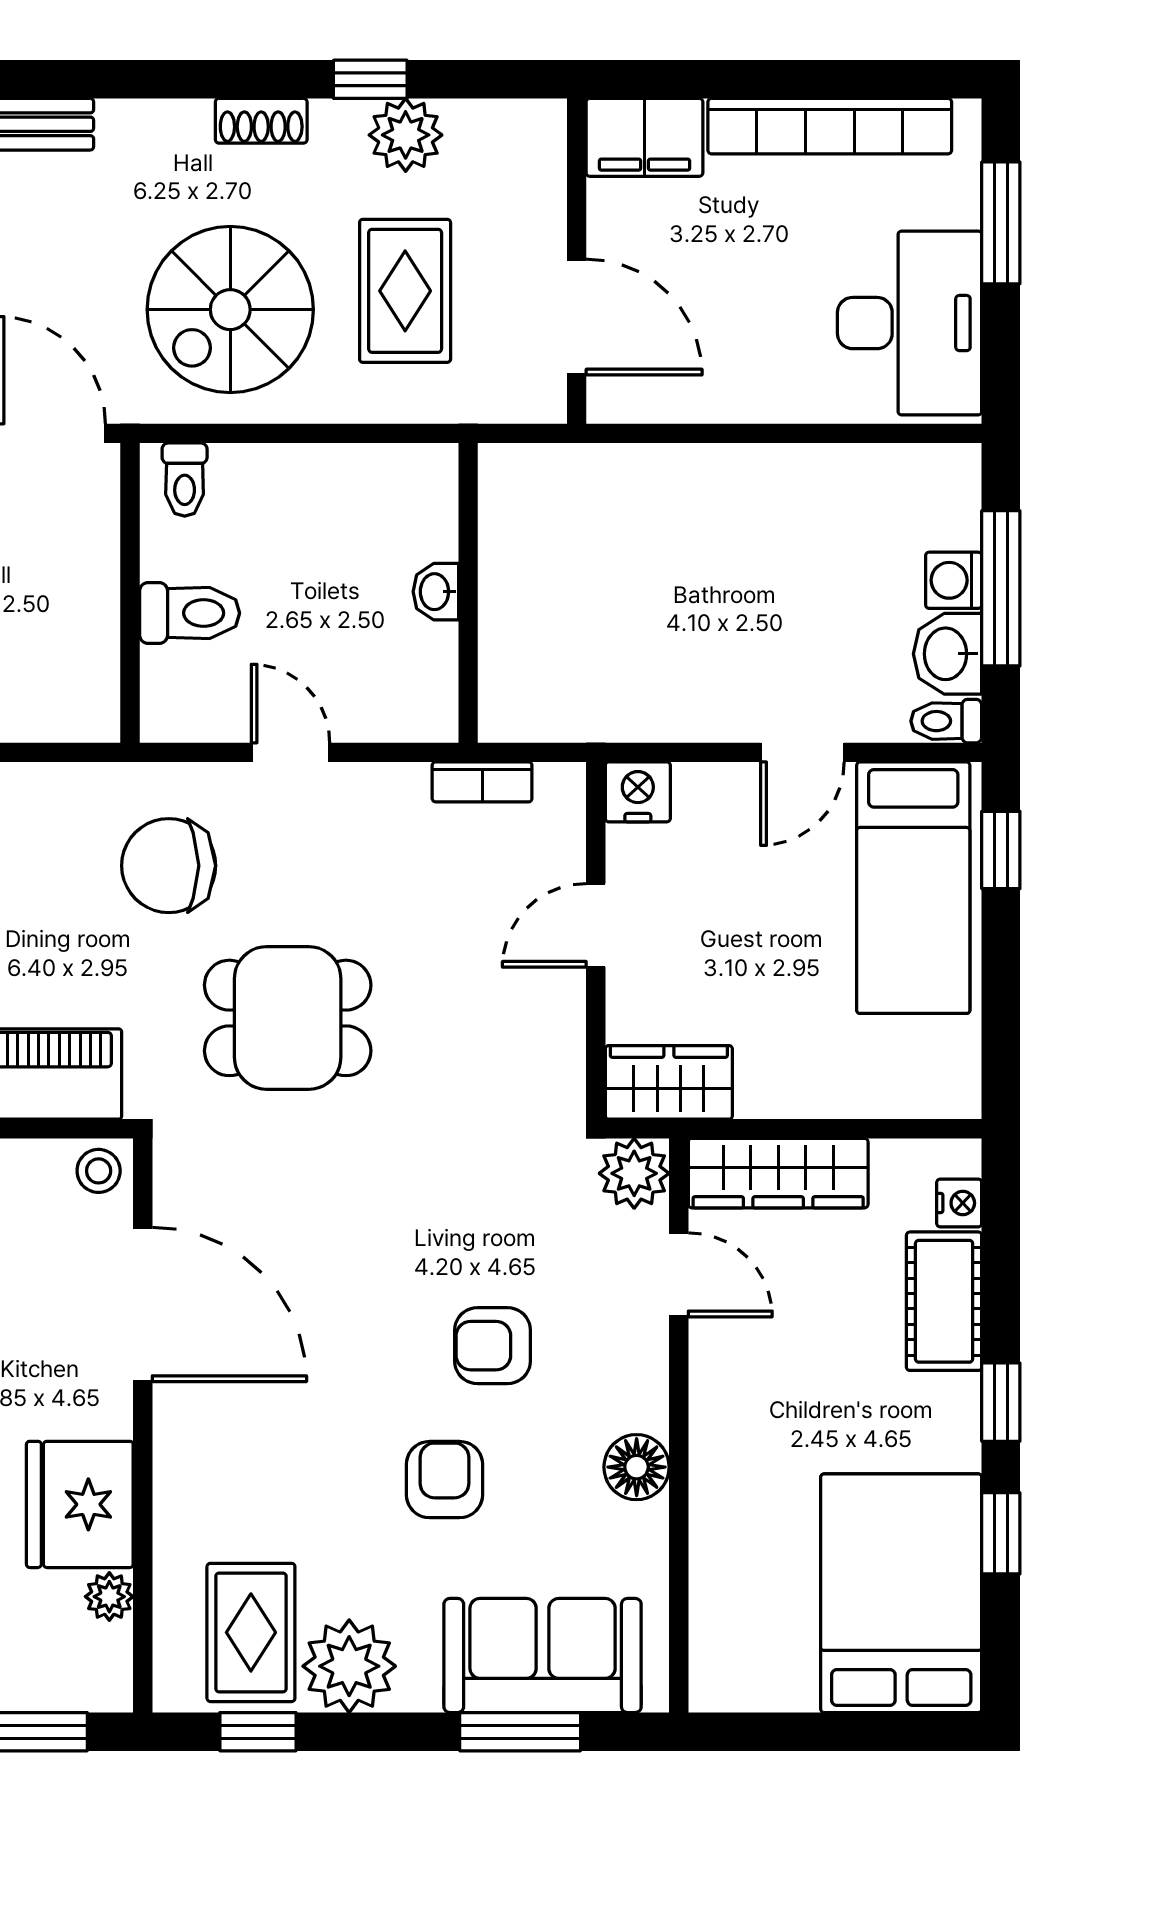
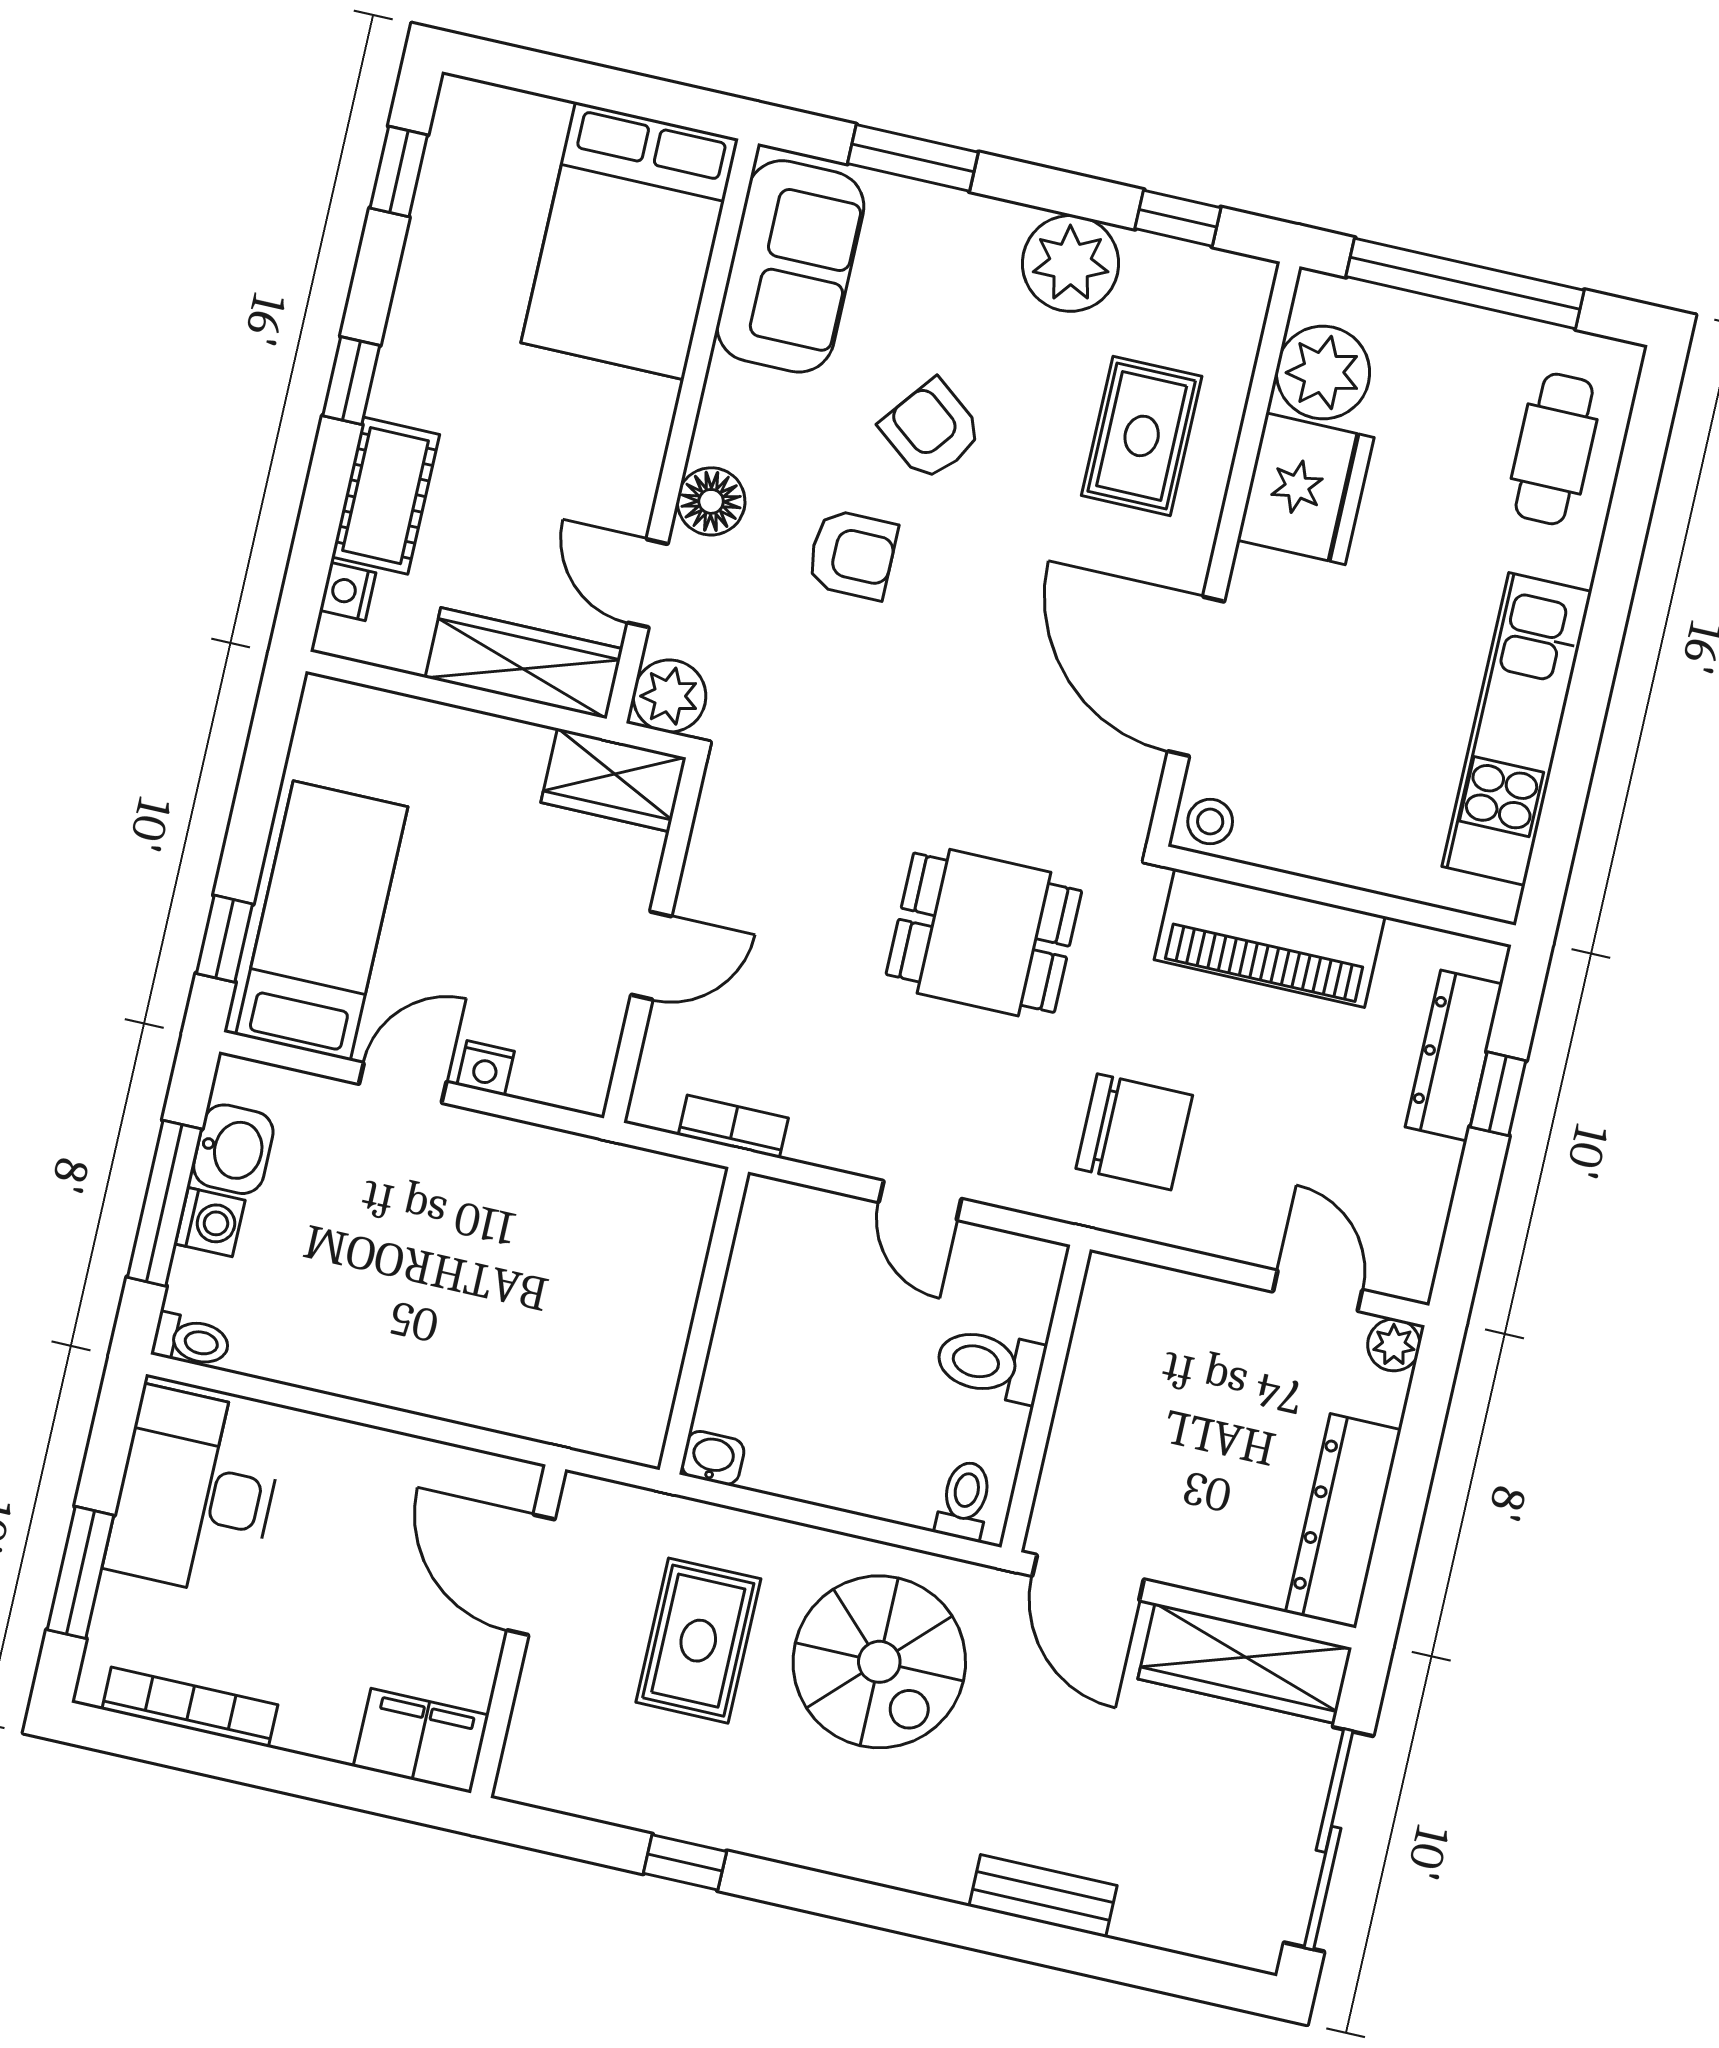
shoe rack: (261, 121) -> (805, 1846), removed
bookcase: (830, 126) -> (190, 1707), width x0.68, depth x0.76
plant: (406, 135) -> (662, 1798), removed
spiral stairs: (230, 310) -> (879, 1662), turned 90
washbasin: (436, 592) -> (713, 1458), moved, turned -90
toilet: (946, 721) -> (191, 1341), moved
nightstand: (638, 792) -> (486, 1068), moved, width x0.72, depth x0.74
chair: (169, 866) -> (1134, 1132), moved
floor lamp: (637, 1467) -> (711, 501), moved
armchair: (445, 1480) -> (931, 430), turned 128
window: (1001, 1533) -> (399, 171), moved
bed: (901, 1593) -> (630, 241), moved
plant: (109, 1597) -> (1323, 372), width x1.88, depth x1.88
rug: (251, 1632) -> (1142, 436), moved
sofa: (543, 1655) -> (790, 266), moved, turned -90

